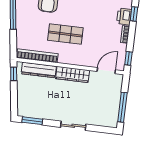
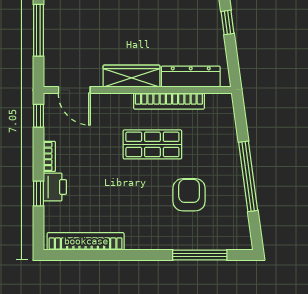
bookcase: (37, 56) -> (169, 101), moved
door: (106, 71) -> (74, 90), hinge flipped
window: (14, 74) -> (227, 22), moved

